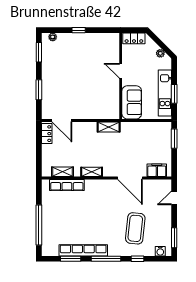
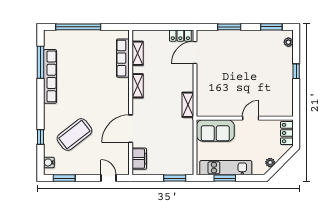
coffee table: (135, 228) -> (74, 135), turned -44
window: (71, 259) -> (40, 62), width x1.44
window: (106, 259) -> (40, 102), removed

